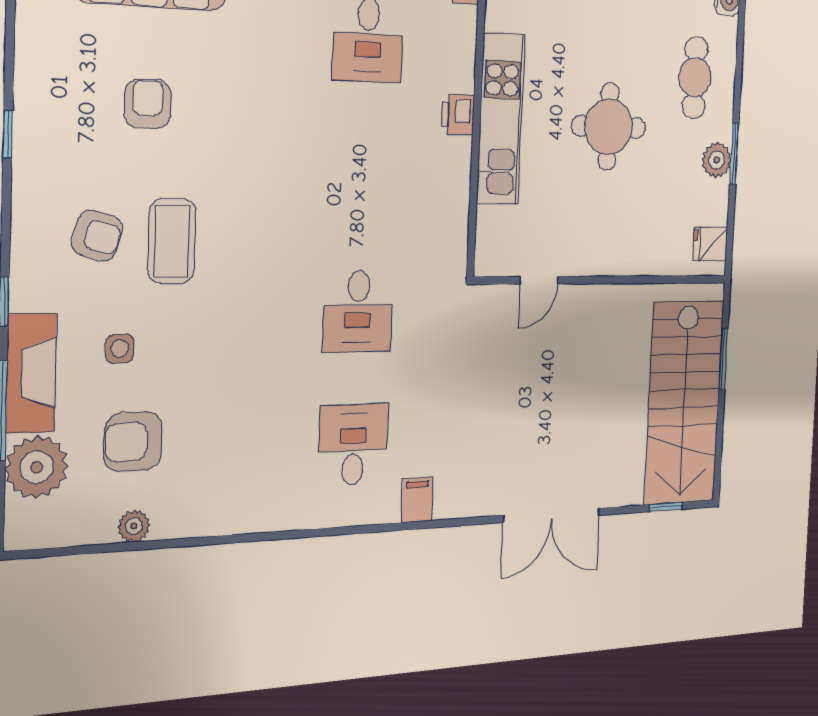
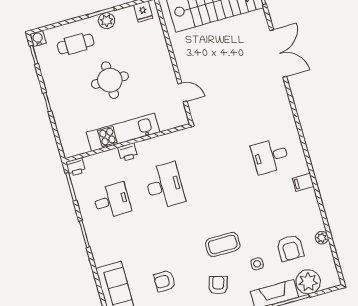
coffee table: (172, 241) -> (223, 244), moved
desk: (358, 311) -> (165, 186), moved, width x1.37
filing cabinet: (417, 500) -> (303, 182), moved

